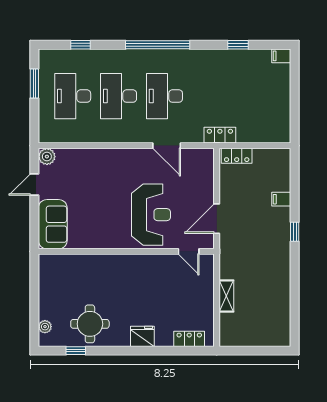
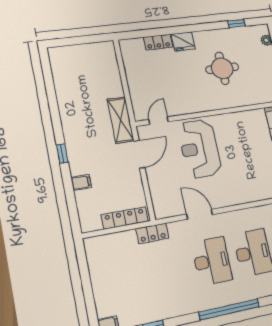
locker: (237, 156) -> (125, 218), width x1.53
door: (189, 251) -> (159, 121), hinge flipped
shelving: (226, 296) -> (121, 120), moved, width x1.50, depth x1.33
round table: (90, 324) -> (222, 68), moved
locker: (189, 339) -> (158, 42), moved

